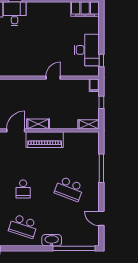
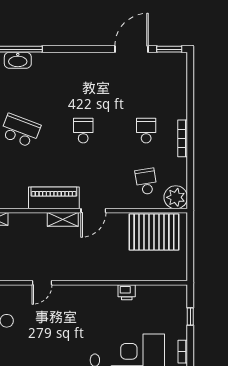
school desk: (23, 226) -> (83, 79), removed
washbasin: (52, 240) -> (18, 60), moved

